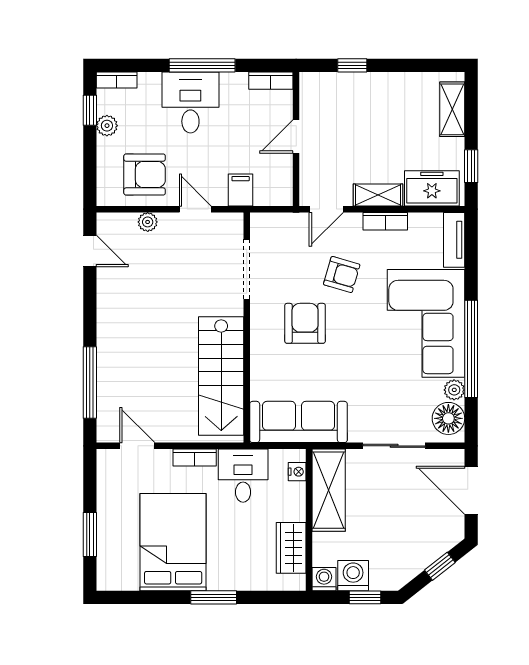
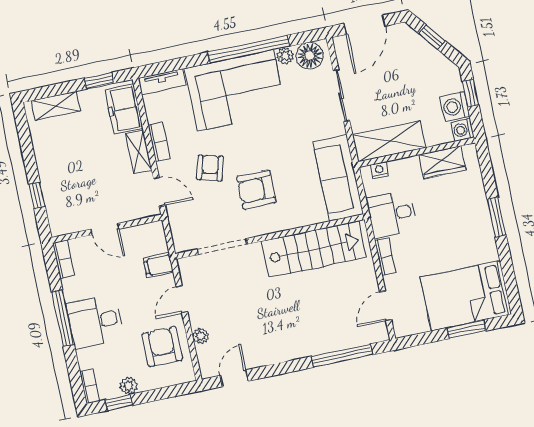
bed: (173, 542) -> (466, 296), moved

